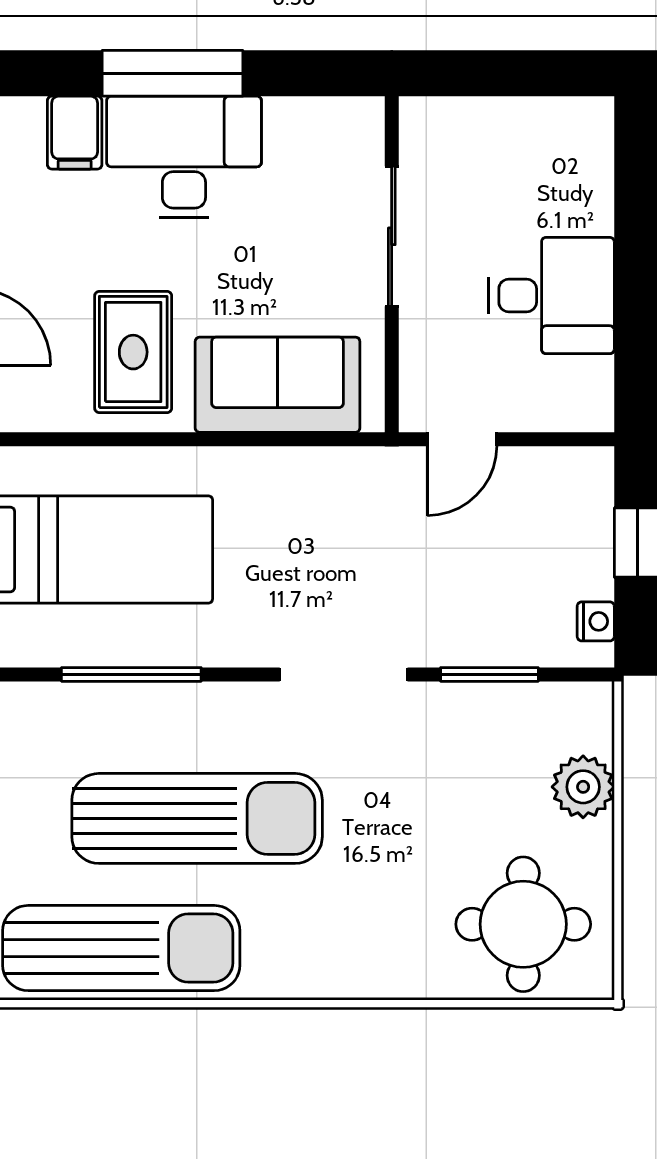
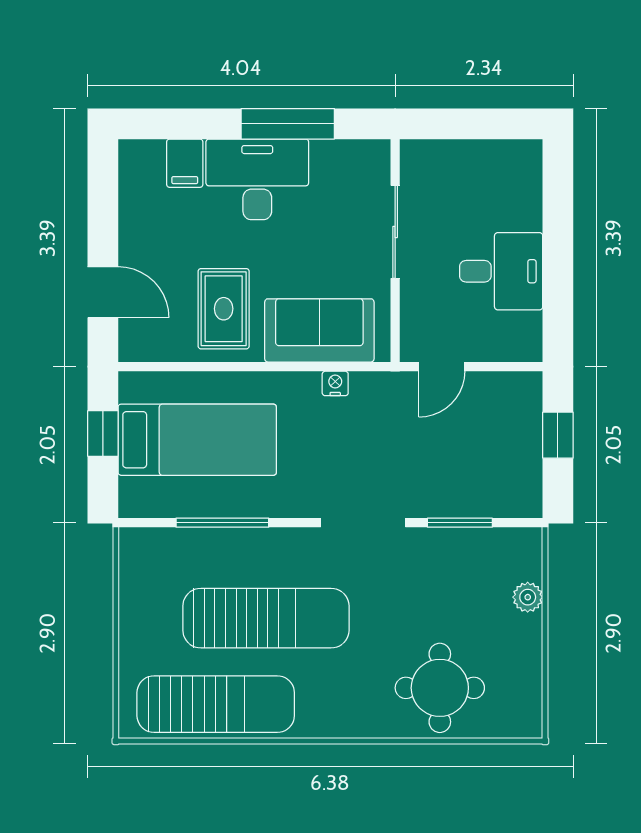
window: (172, 73) -> (288, 124), moved
nightstand: (596, 621) -> (335, 383), moved, turned -90
plant: (583, 787) -> (528, 597), width x0.73, depth x0.73
round table: (523, 924) -> (440, 688), moved

